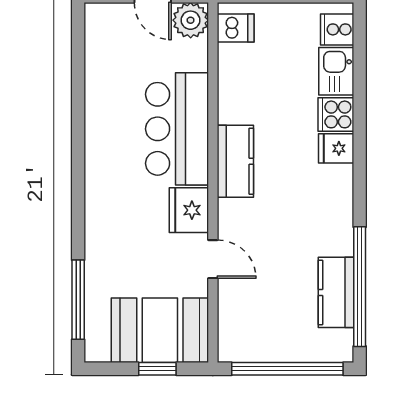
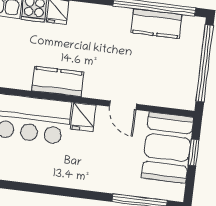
fridge: (189, 210) -> (83, 117), width x0.72
door: (213, 259) -> (123, 105), swing flipped

